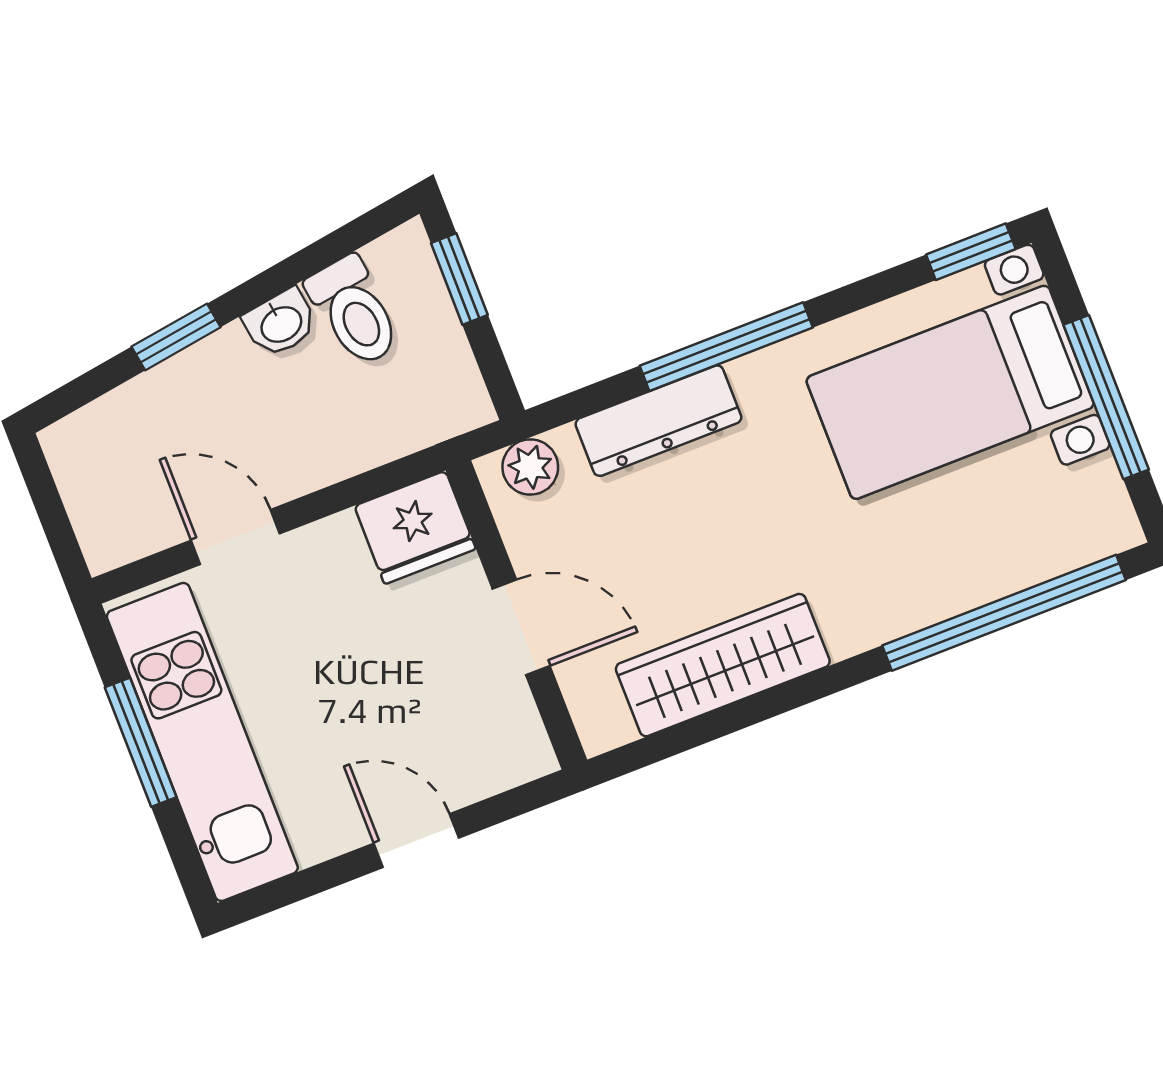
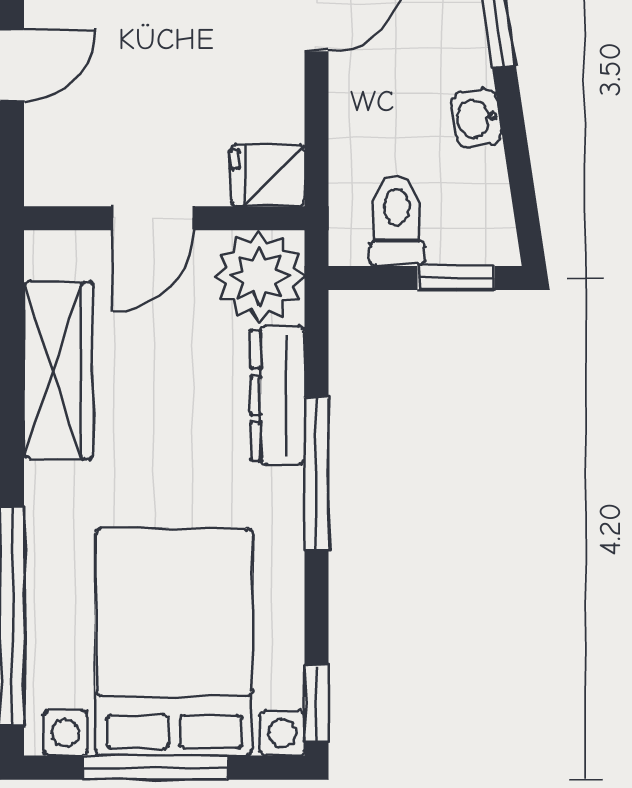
toilet: (354, 311) -> (397, 220), moved, turned 99
bed with nightstands: (950, 392) -> (174, 642), width x1.36
plant: (530, 467) -> (259, 276), width x1.87, depth x1.87
fridge: (415, 527) -> (268, 175), width x0.72

